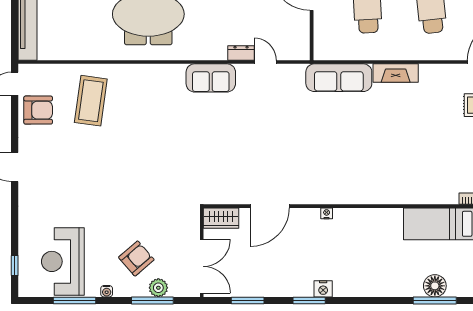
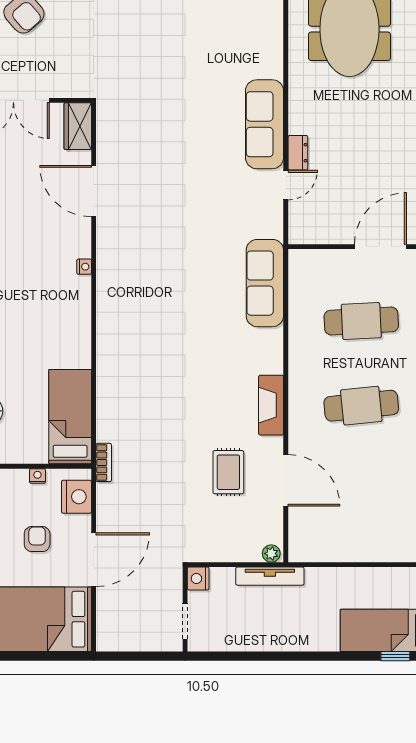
fireplace: (396, 73) -> (271, 405), moved
sofa: (211, 78) -> (265, 124), width x1.36

